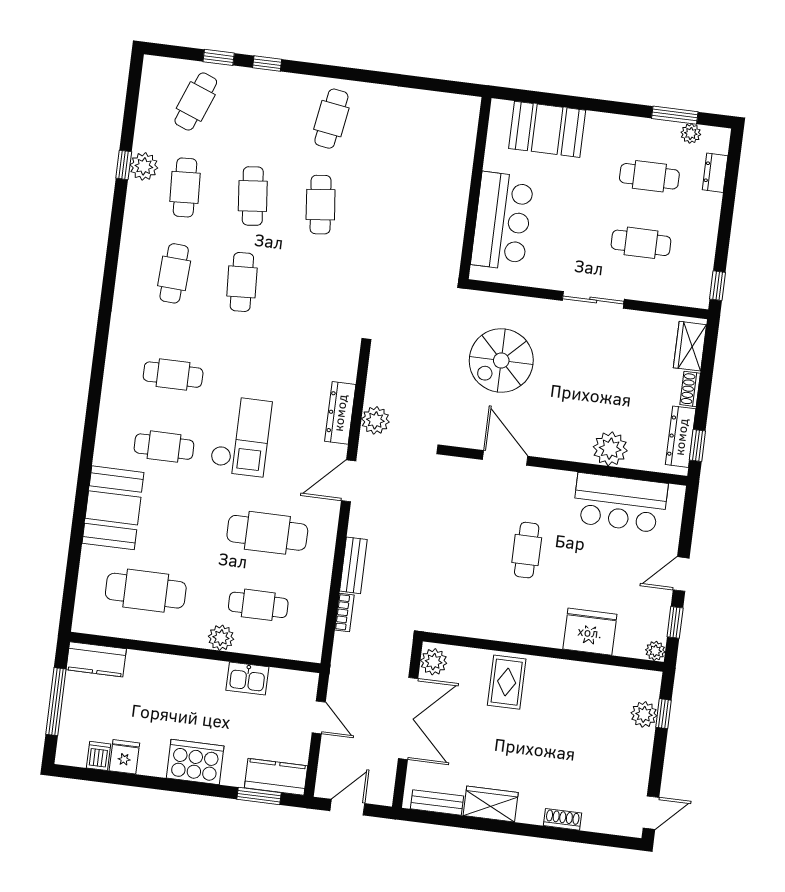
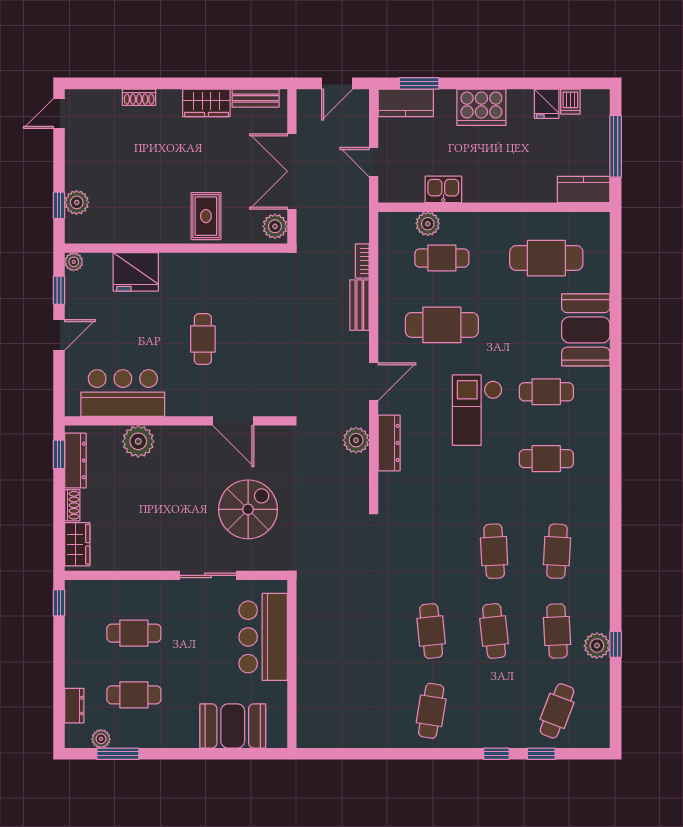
sliding door: (593, 300) -> (208, 575), moved
plant: (221, 638) -> (428, 224), moved

